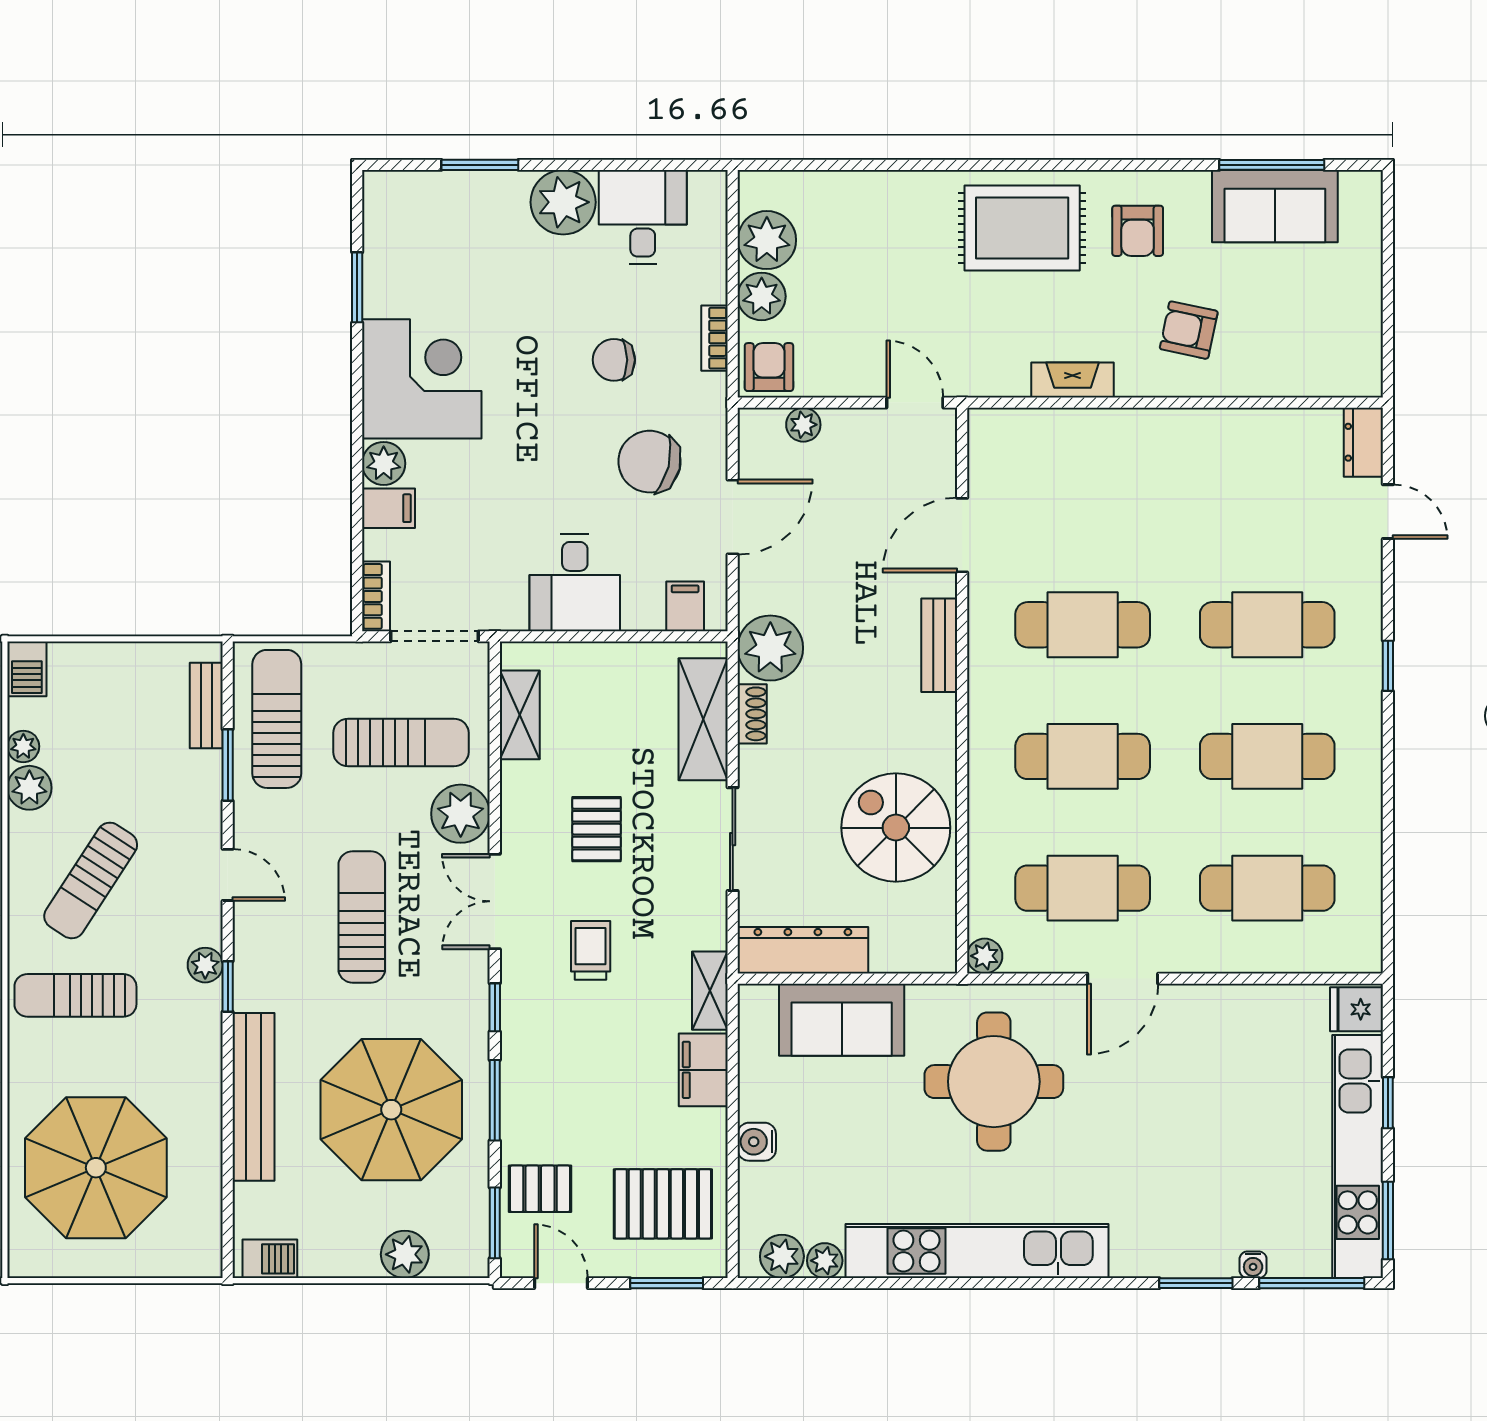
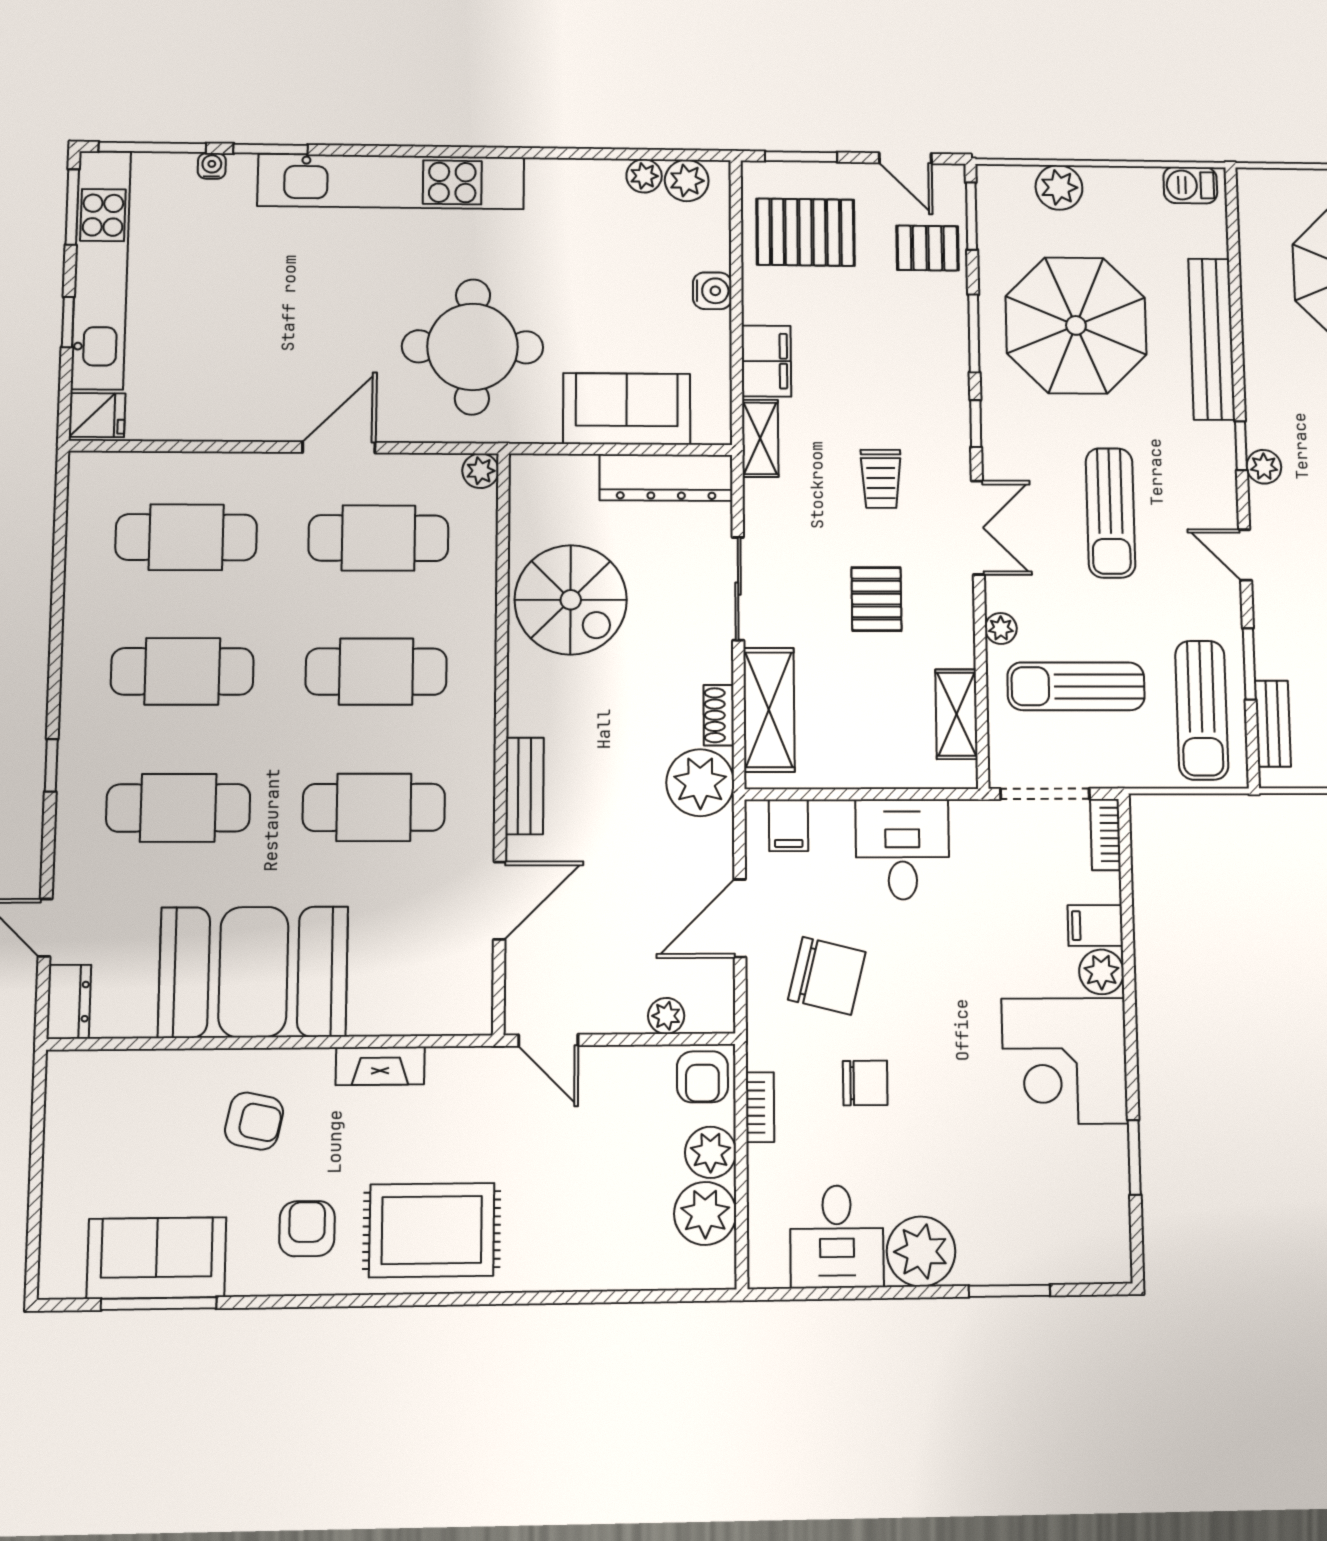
booth: (1193, 469) -> (253, 972), added
plant: (461, 814) -> (1001, 628), width x0.53, depth x0.53
kitchen unit: (977, 1251) -> (391, 182), moved

